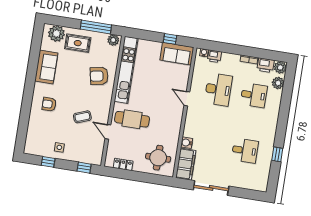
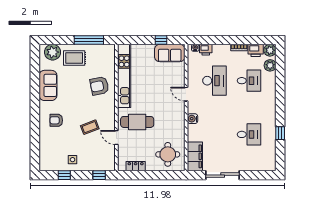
plant: (113, 40) -> (107, 50), removed
water cooler: (187, 143) -> (193, 119), moved

